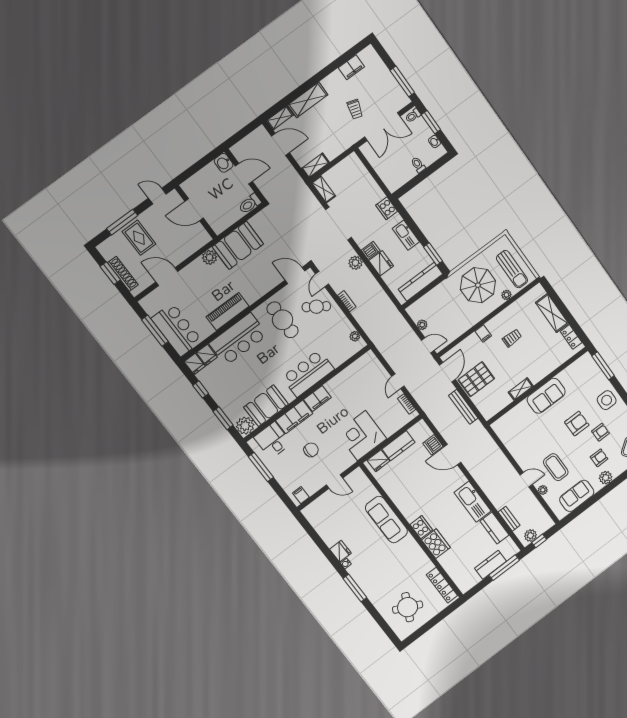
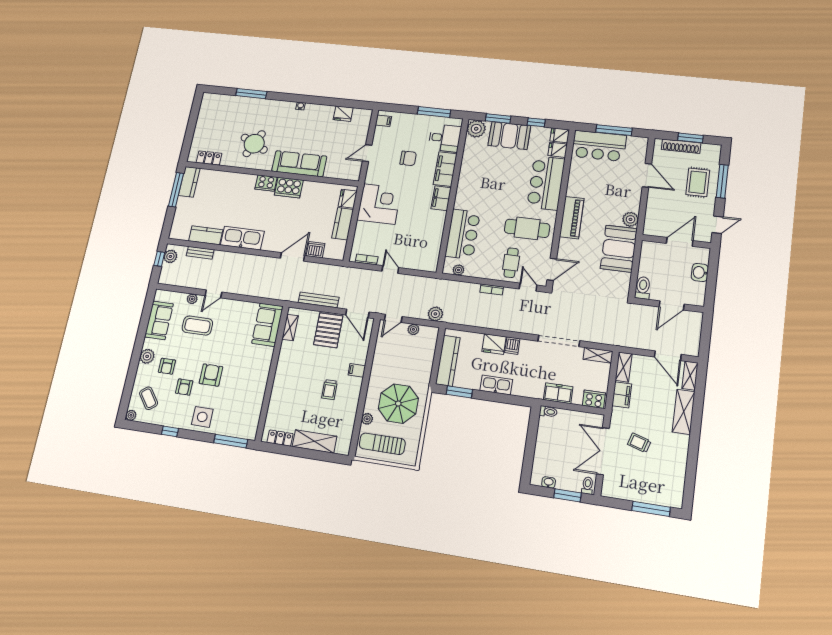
filing cabinet: (351, 67) -> (622, 395), moved, turned 180
window: (402, 82) -> (651, 509), moved
door: (280, 144) -> (668, 356), hinge flipped
washbasin: (224, 163) -> (700, 272), moved, turned -90
toilet: (418, 165) -> (548, 412), moved
freezer: (373, 191) -> (558, 393), added
cooker: (387, 208) -> (594, 399), moved
rug: (139, 238) -> (698, 182), turned 90
plant: (355, 263) -> (435, 314), moved
door: (167, 277) -> (647, 175), hinge flipped
cafe table: (316, 307) -> (511, 263), turned -34
piano: (228, 311) -> (572, 218), moved
bar counter: (308, 373) -> (463, 234), moved
shelving: (521, 389) -> (290, 327), moved
sofa: (546, 396) -> (267, 325), moved
booth: (266, 406) -> (509, 136), moved, turned 90
armchair: (577, 424) -> (211, 375), turned 180
chair: (311, 450) -> (408, 158), turned -90
cooker: (436, 544) -> (289, 187), moved
fridge: (340, 551) -> (343, 114), moved
kitchen counter: (490, 565) -> (189, 182), moved
window: (504, 568) -> (176, 190), moved
locker: (442, 585) -> (209, 158), width x0.66
window: (355, 588) -> (251, 93), moved
round table: (408, 607) -> (254, 144), moved

